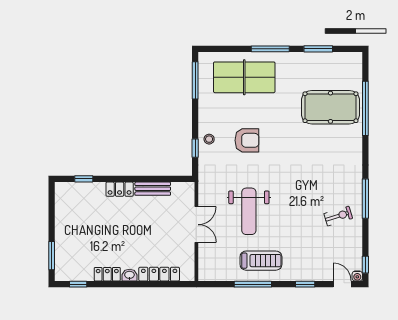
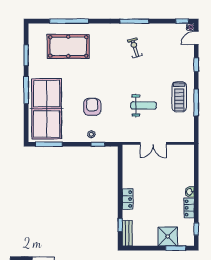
table tennis table: (244, 77) -> (47, 109), width x1.36, depth x1.32
pool table: (330, 107) -> (68, 46), turned 90
bench: (153, 189) -> (127, 233), moved
weight bench: (249, 211) -> (144, 105), width x0.73, depth x0.75
exercise bike: (338, 216) -> (135, 48), moved
double door: (196, 225) -> (153, 143), swing flipped
shower: (68, 245) -> (168, 236), added
treadmill: (261, 261) -> (179, 97), turned 180
locker: (159, 274) -> (189, 170), removed

